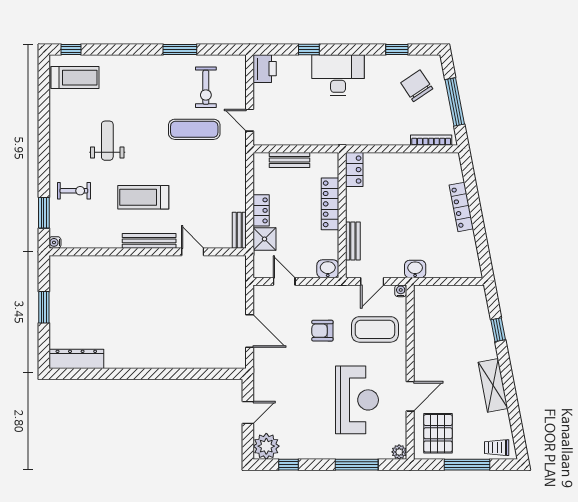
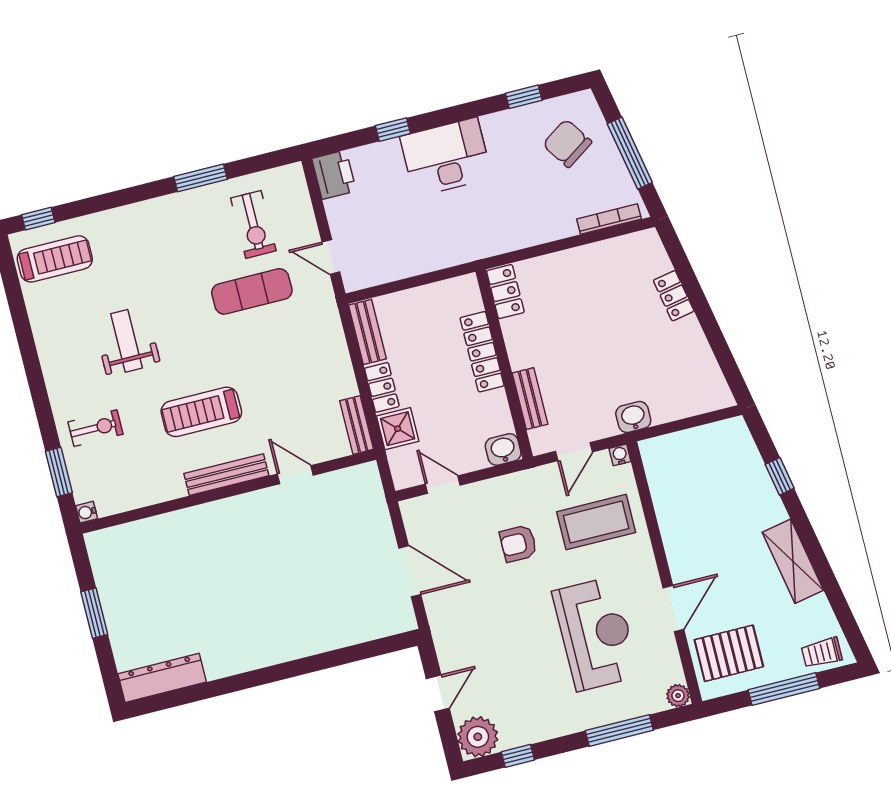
bench: (290, 160) -> (367, 332), moved, turned 90
locker: (461, 207) -> (674, 296), width x0.66
pallet: (438, 433) -> (729, 653), turned 90

